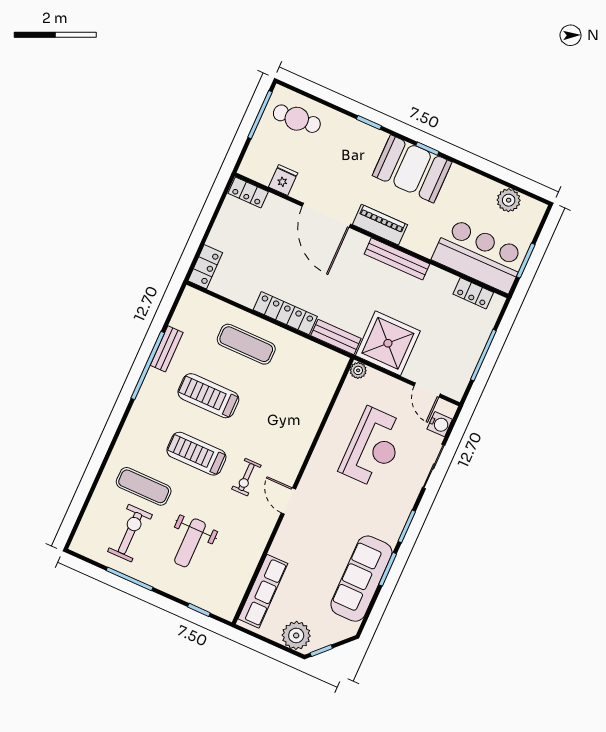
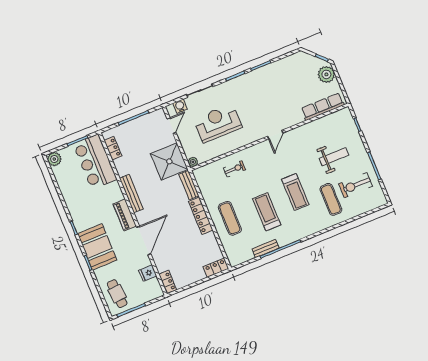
booth: (412, 169) -> (97, 247), moved
plant: (509, 200) -> (54, 159), moved
treadmill: (208, 396) -> (267, 212), turned 180
exercise bike: (246, 477) -> (235, 169), moved
sofa: (361, 579) -> (276, 72), removed

